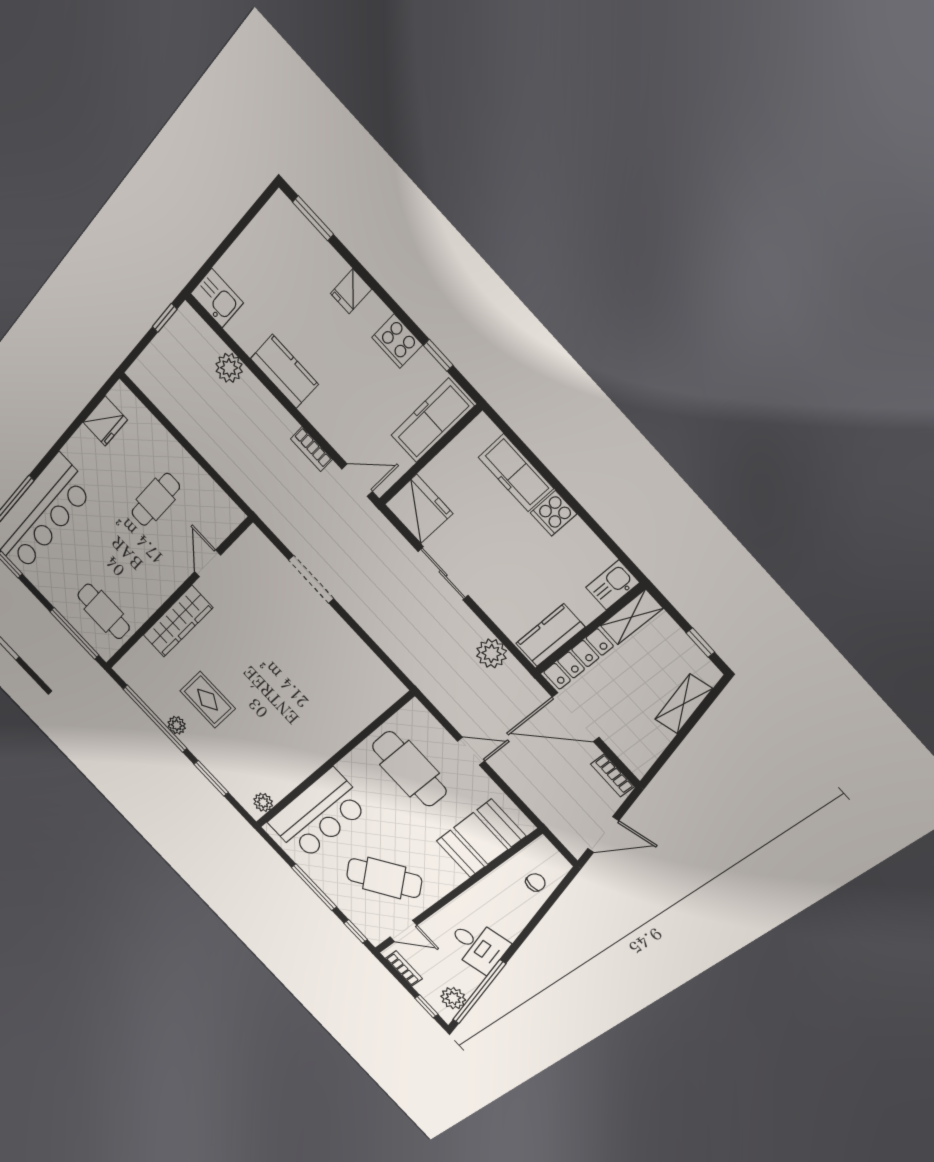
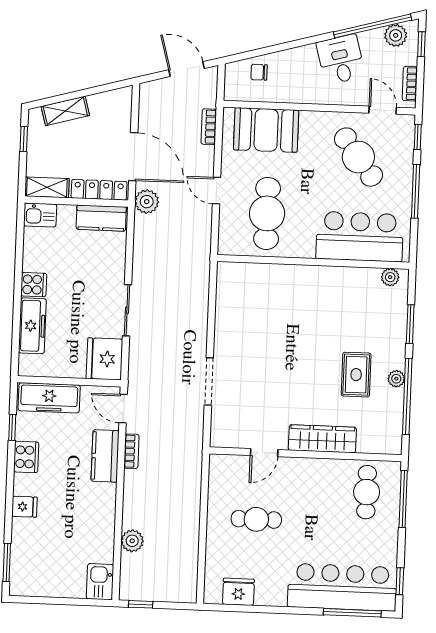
kitchen counter: (284, 371) -> (105, 456), moved
plant: (491, 653) -> (147, 202), moved
bookcase: (612, 775) -> (209, 127), moved, turned 180

